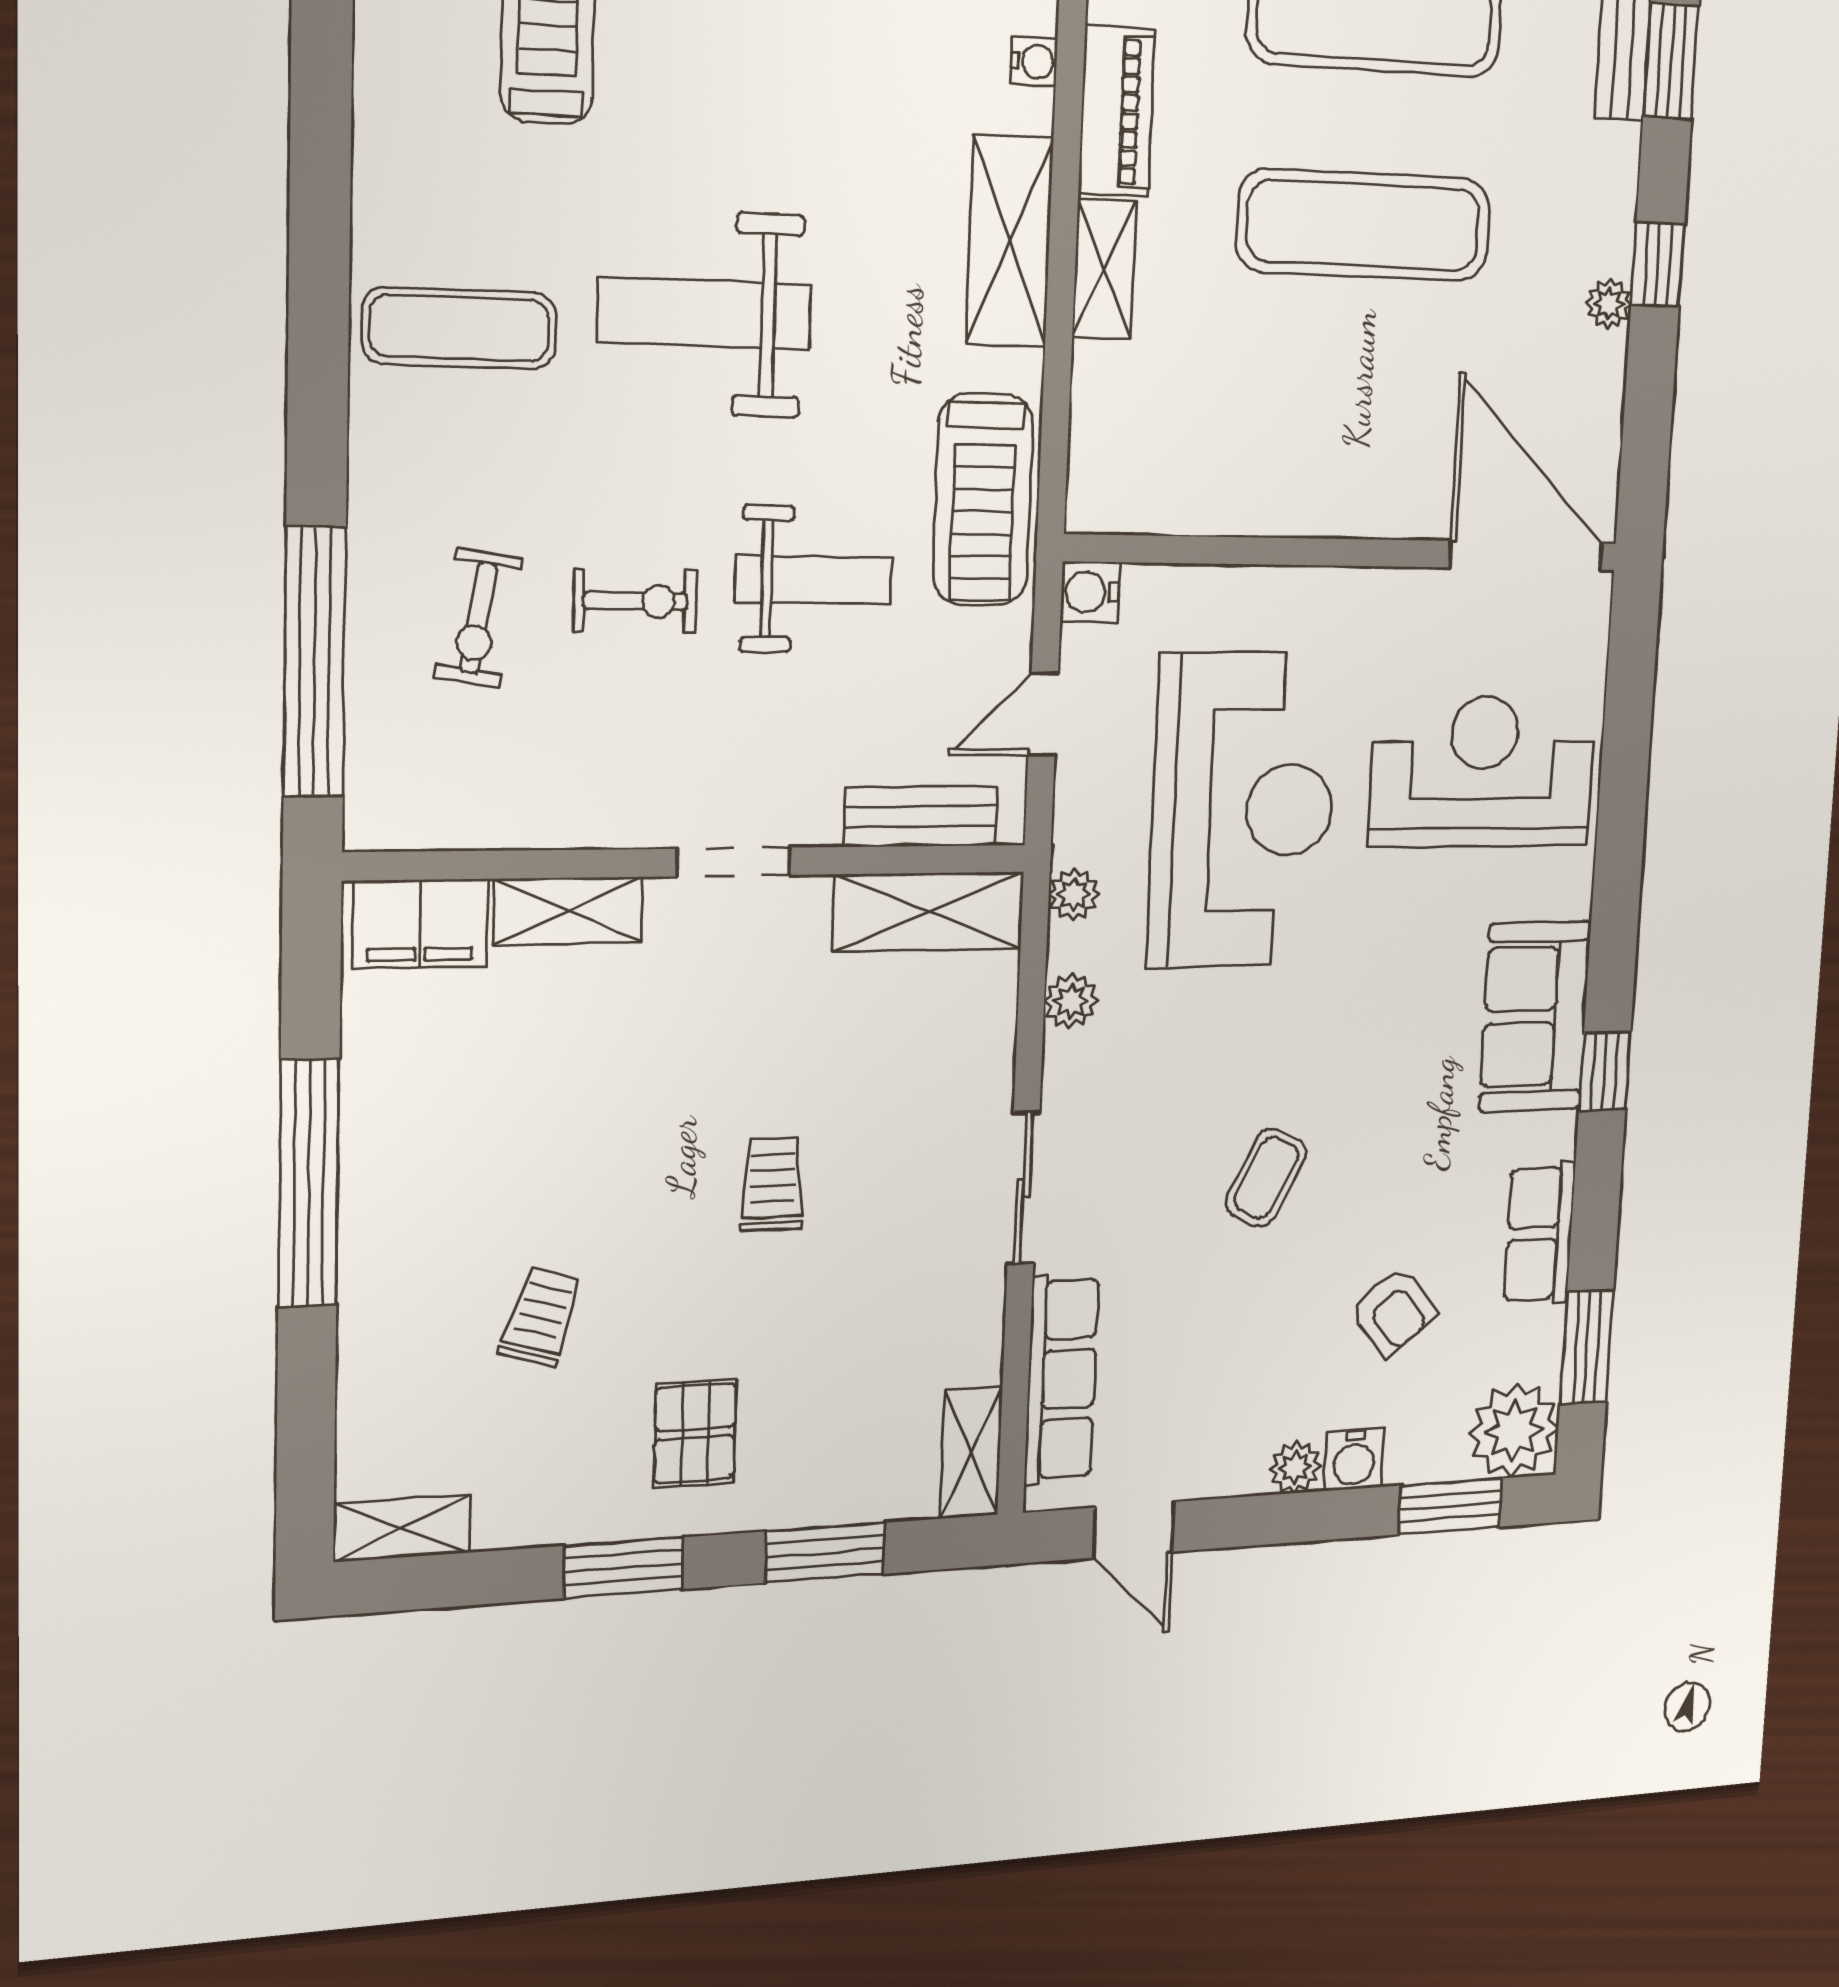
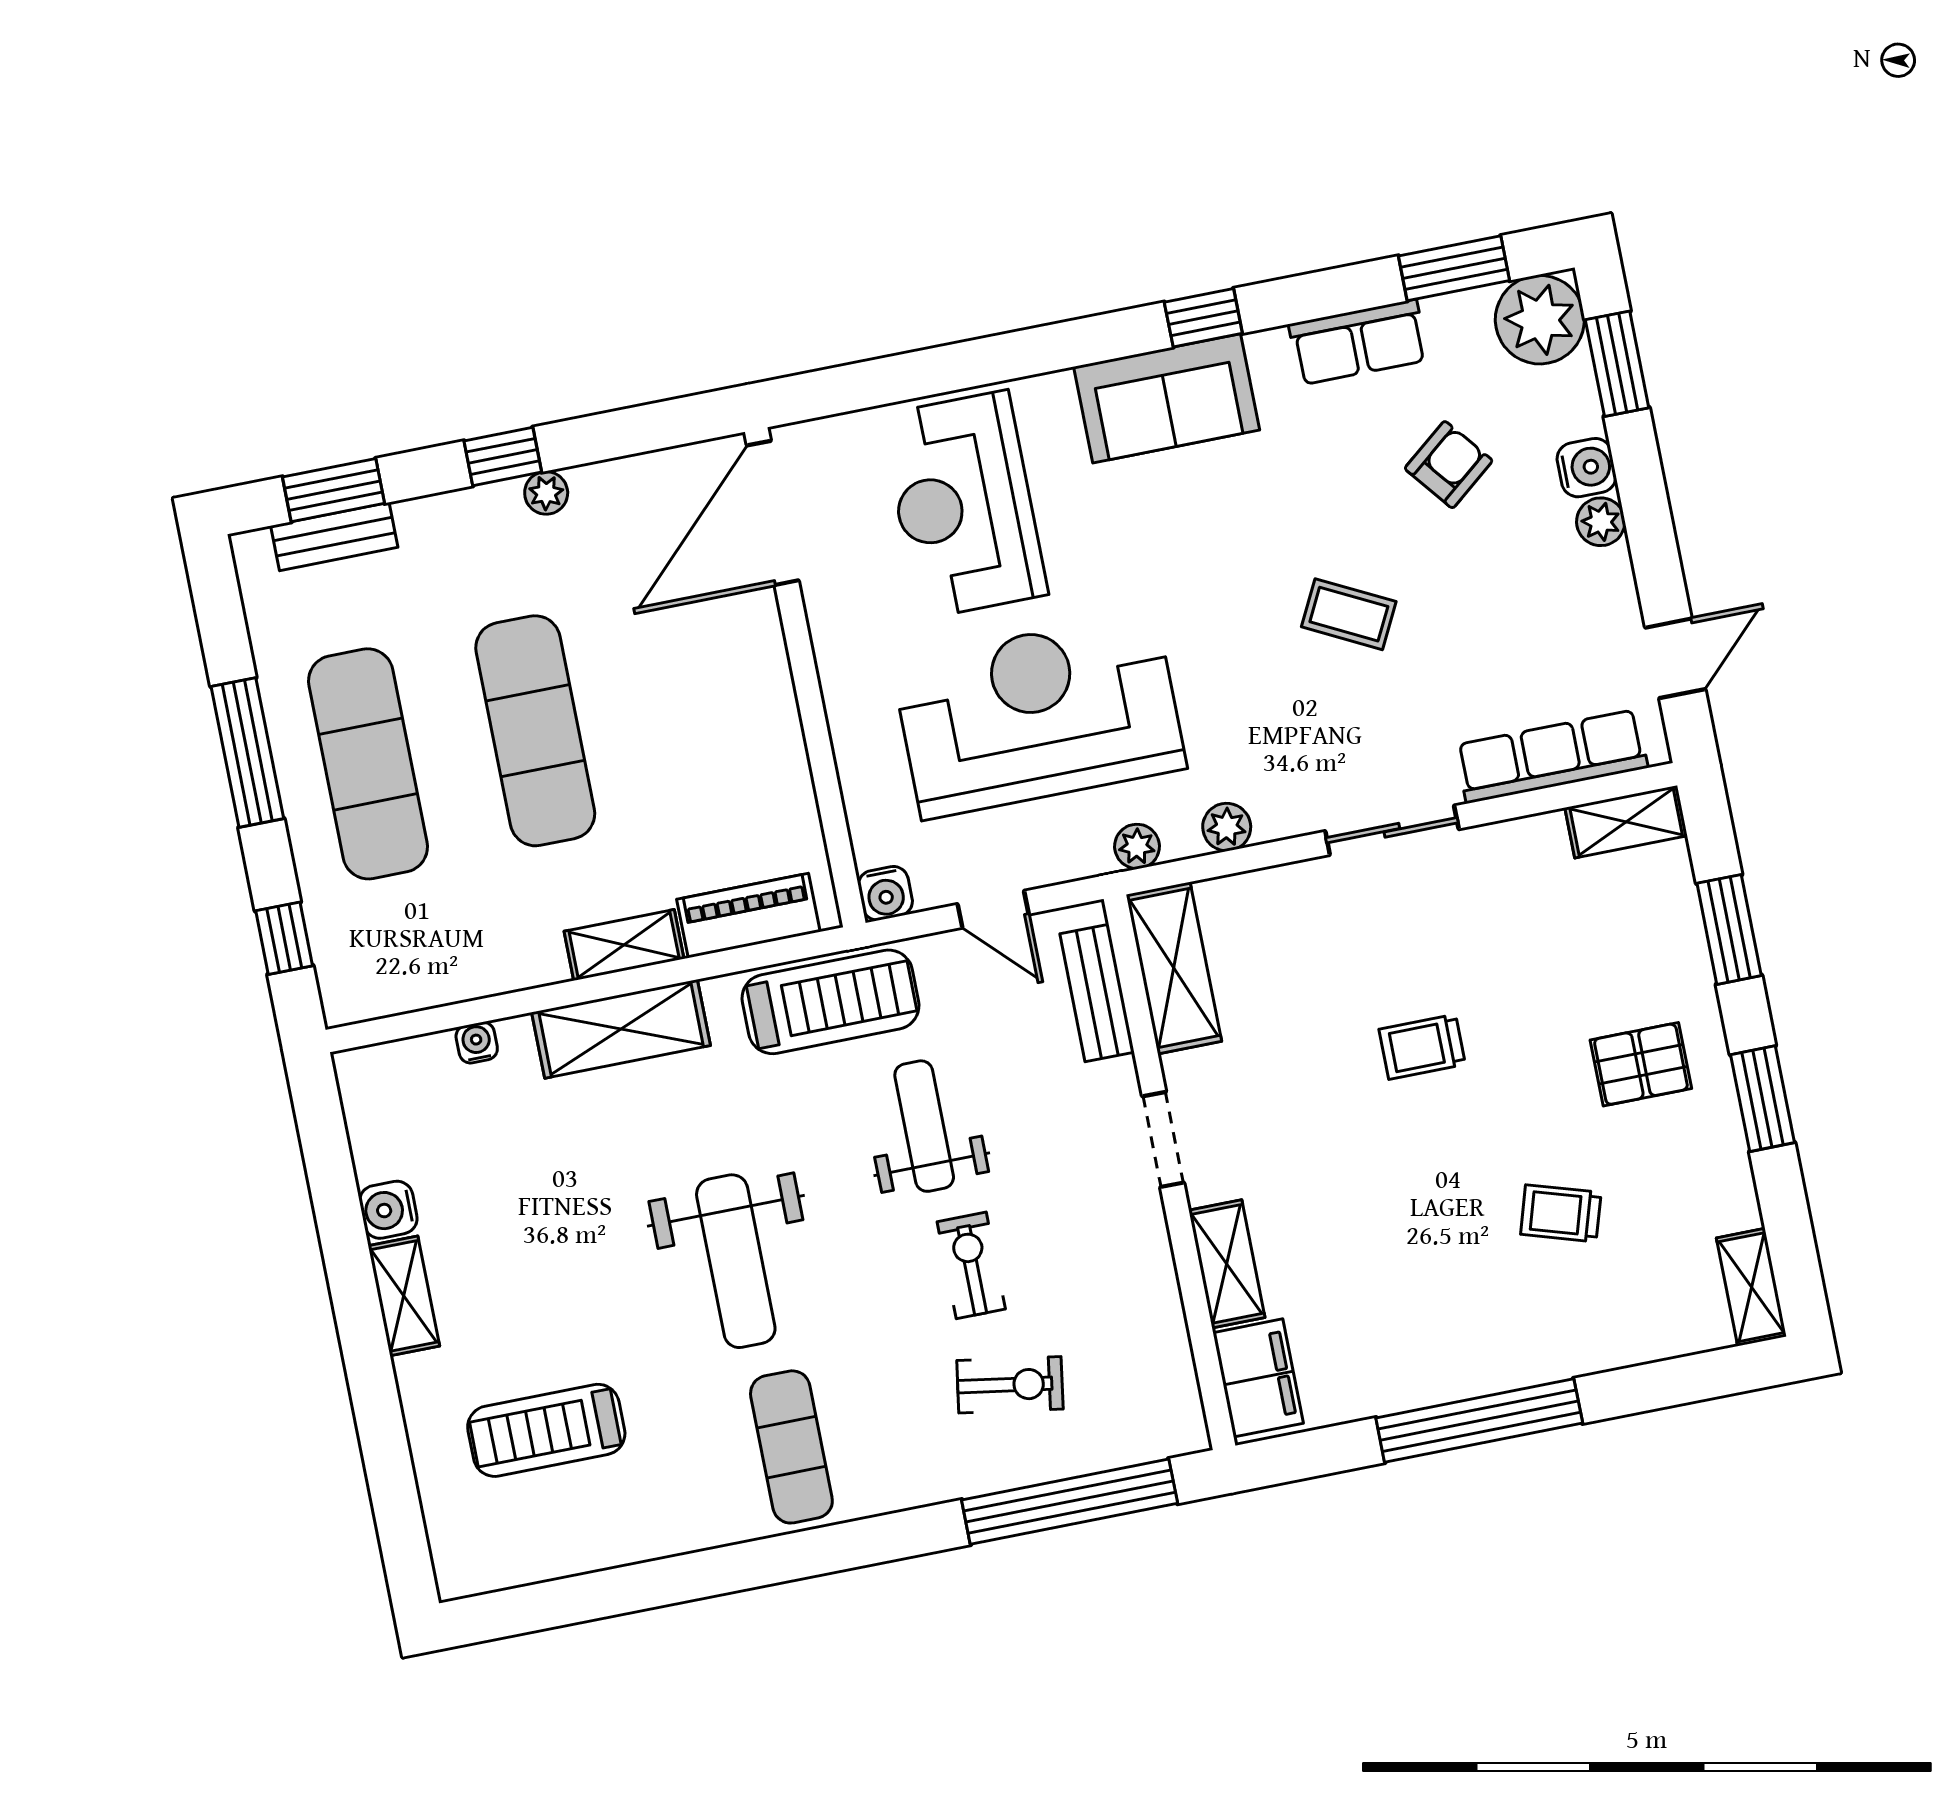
piano: (1117, 111) -> (748, 915), moved

